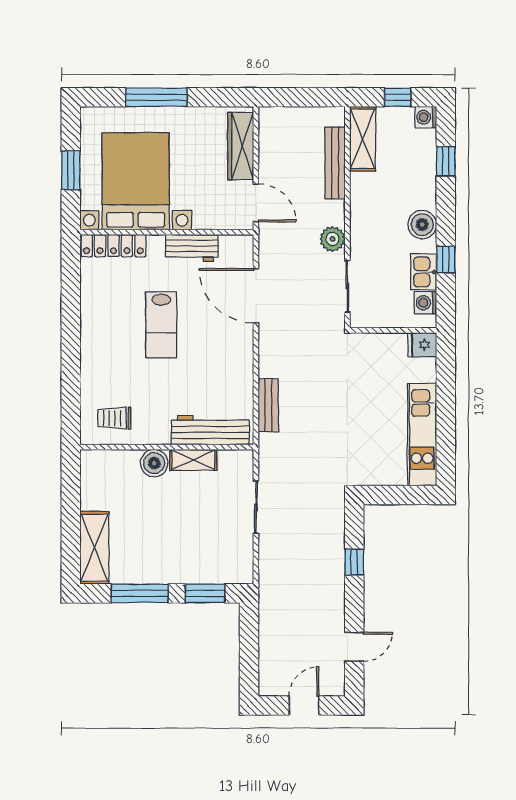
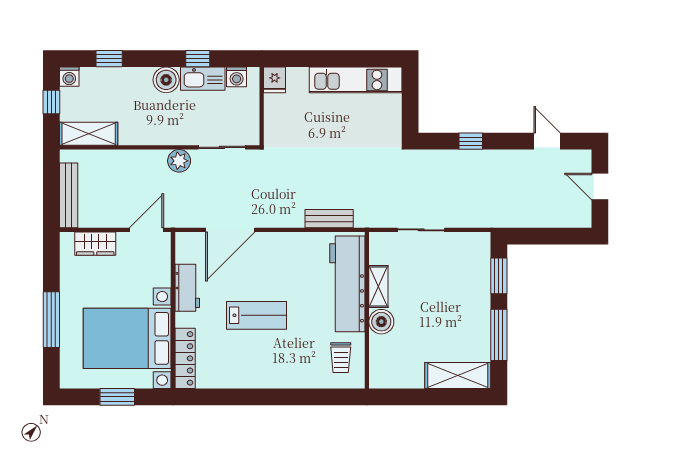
wardrobe: (241, 146) -> (95, 244), width x0.67
bench: (335, 163) -> (69, 195), moved, turned 90
kitchen sink: (424, 272) -> (203, 79), width x1.38
workbench: (210, 430) -> (347, 284), width x1.36, depth x1.32

